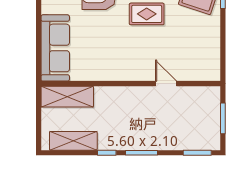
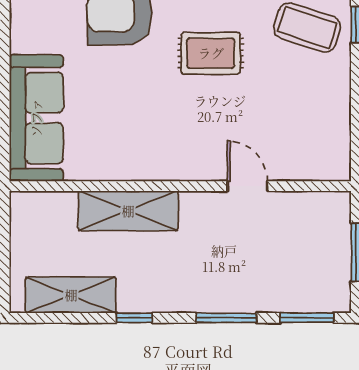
shelving: (67, 97) -> (128, 211), moved
window: (141, 153) -> (226, 318), moved

